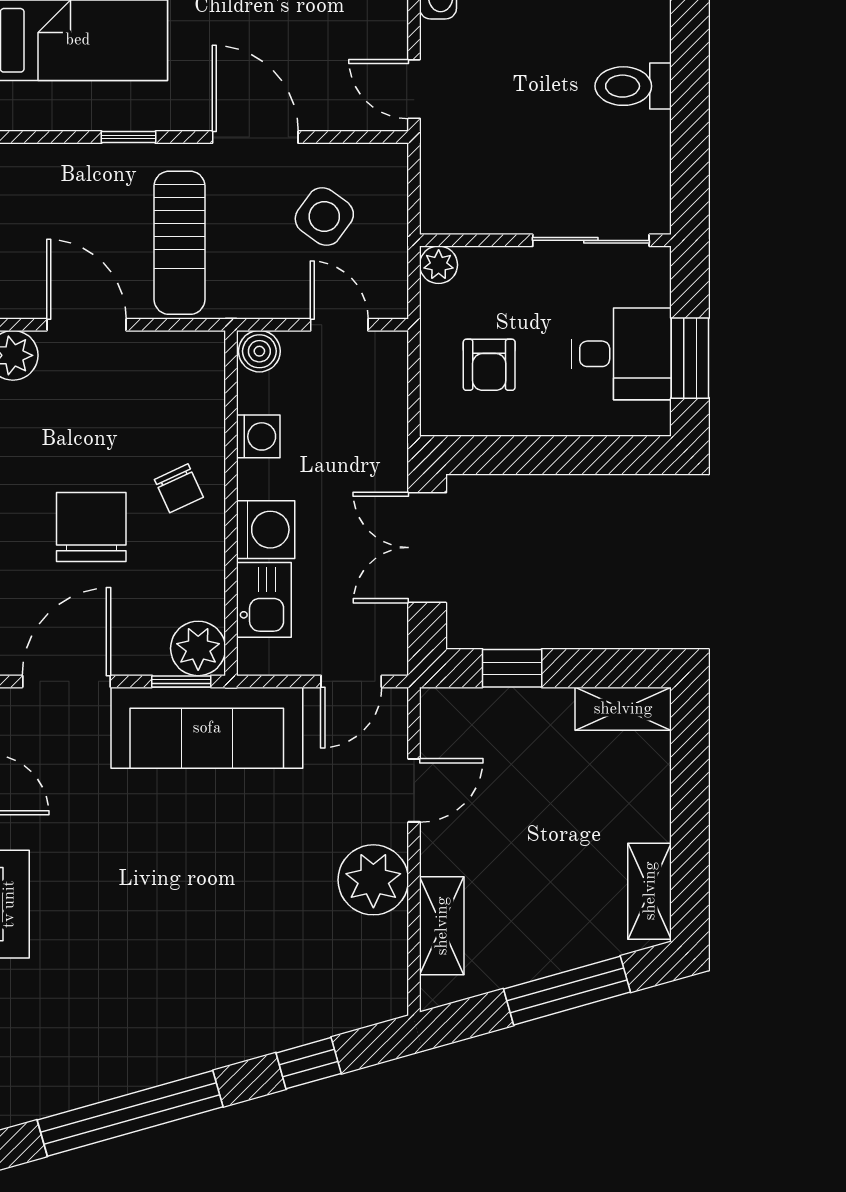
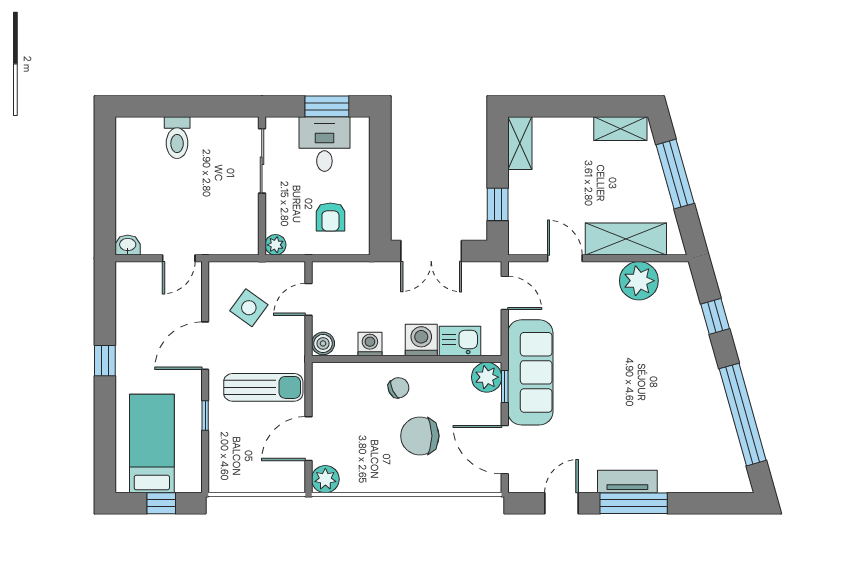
armchair: (489, 365) -> (330, 217), turned 90
plant: (373, 880) -> (639, 281), moved
shelving: (442, 926) -> (626, 239), width x1.50, depth x1.33

